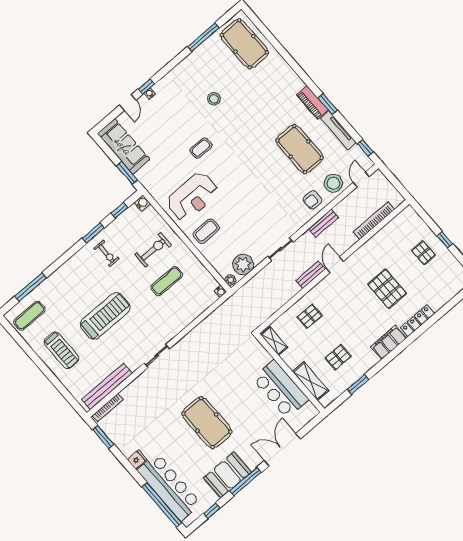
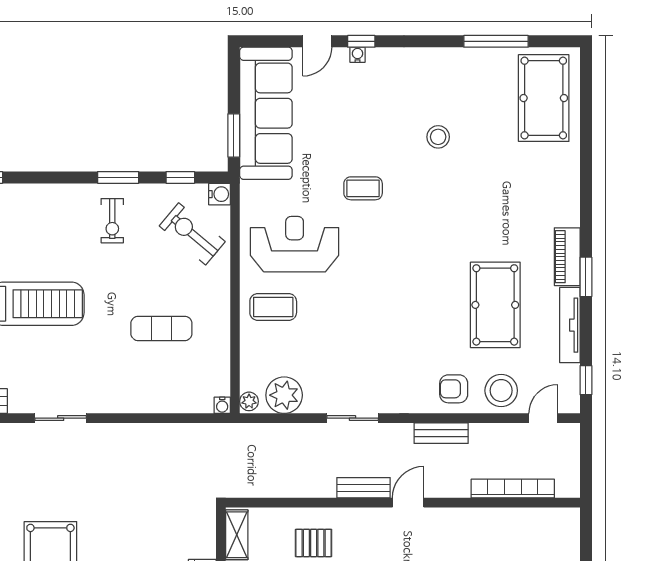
sofa: (124, 146) -> (266, 113), width x1.36, depth x1.27
reception desk: (192, 197) -> (295, 244), turned 180
exercise bike: (153, 250) -> (192, 234), moved, turned -140

